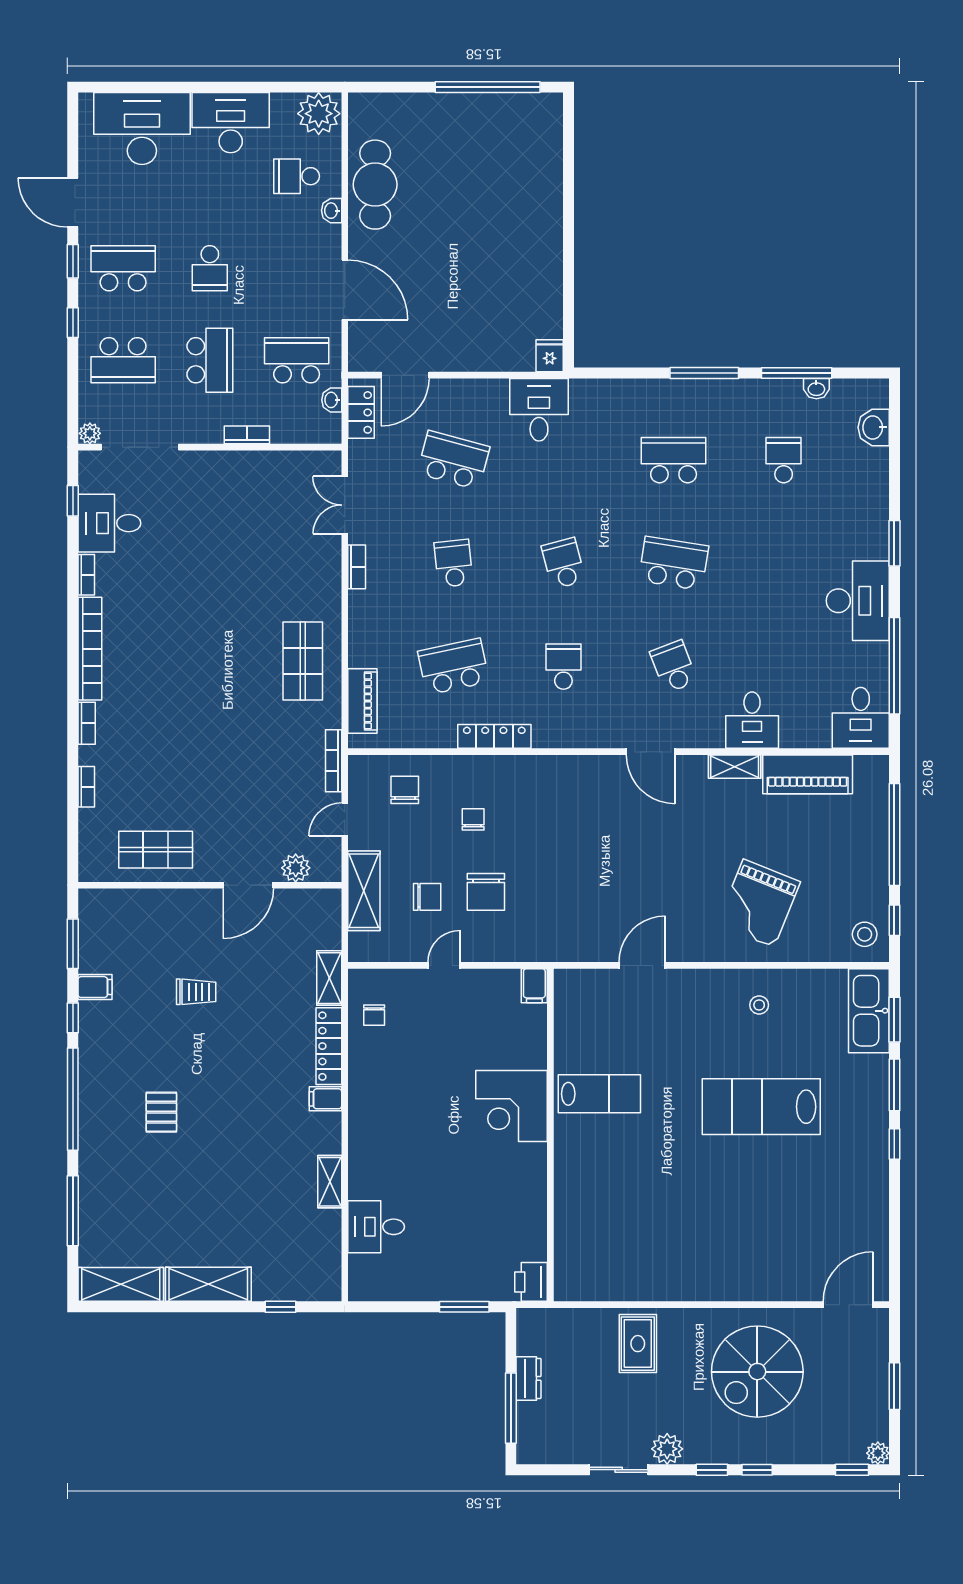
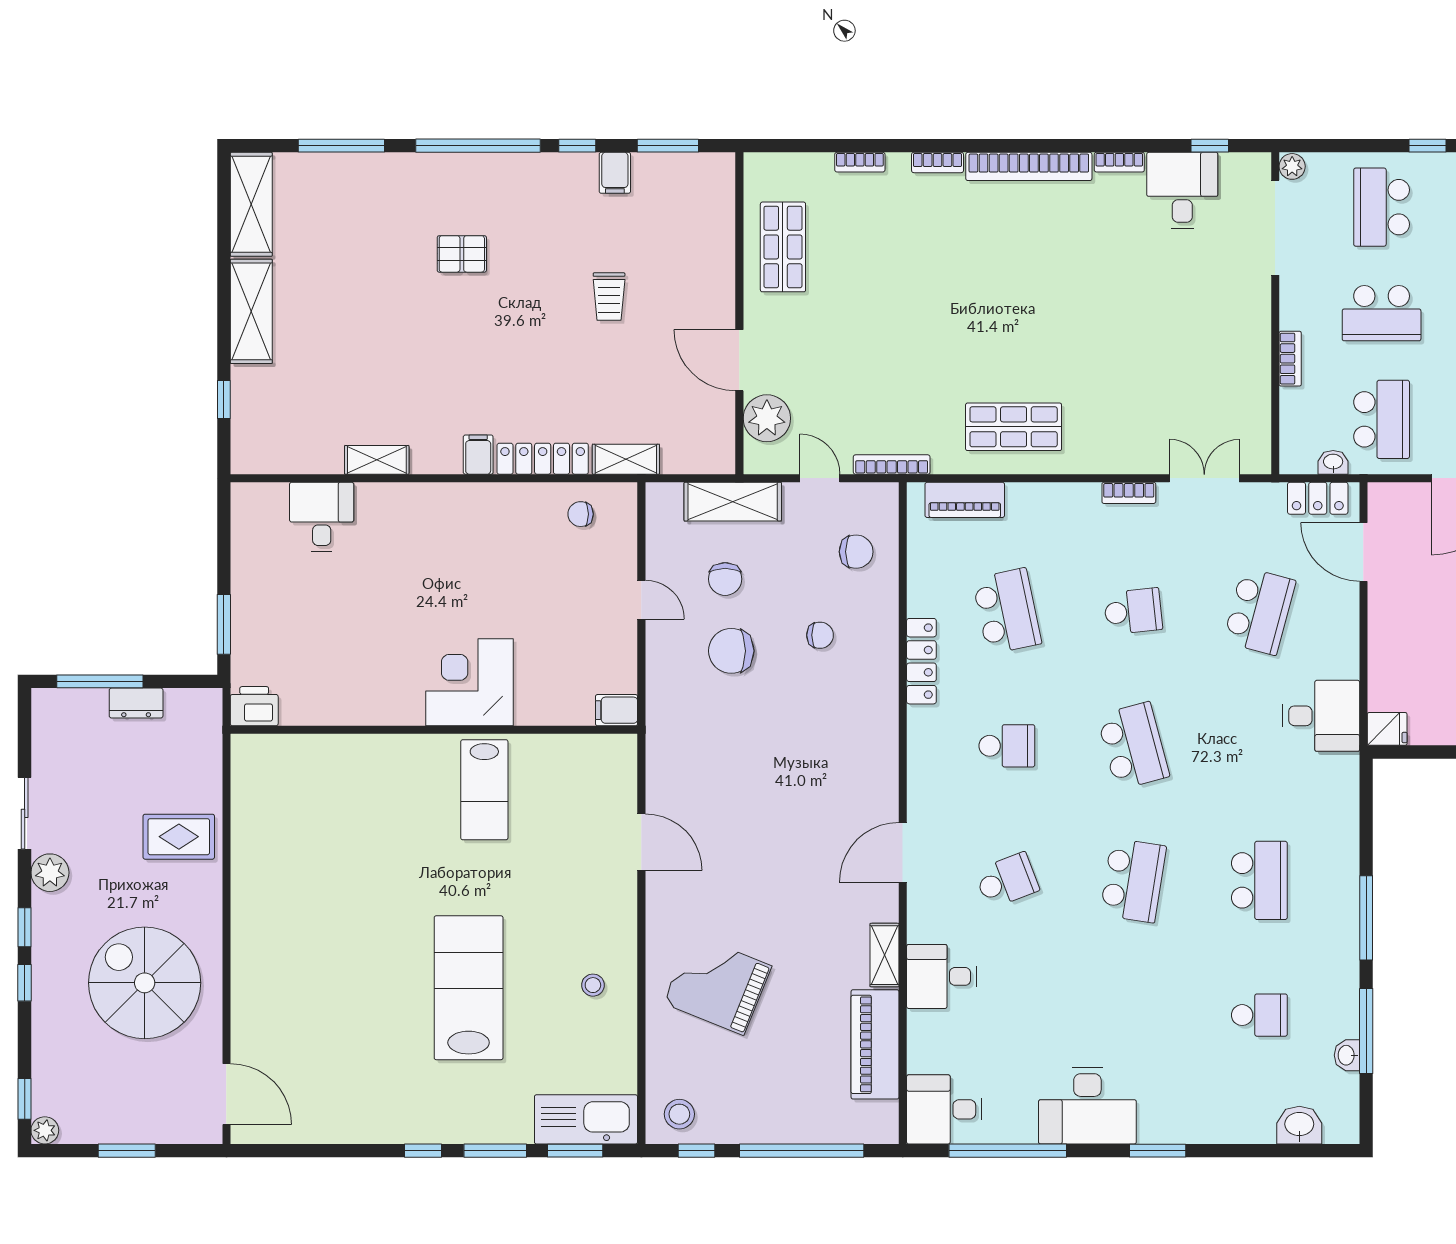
school desk: (563, 563) -> (1133, 746), width x1.85
plant: (296, 868) -> (767, 418), width x1.36, depth x1.36

